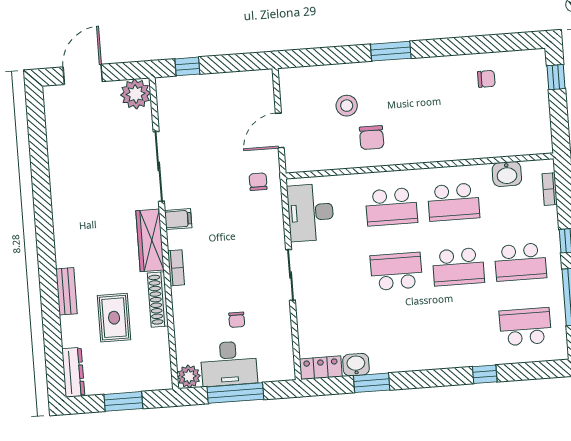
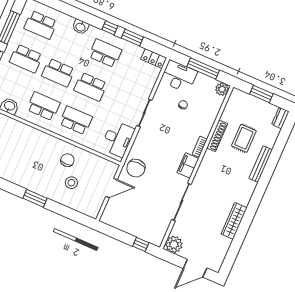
chair: (258, 182) -> (136, 168), width x1.87, depth x1.87
filing cabinet: (178, 219) -> (188, 166), width x2.00
wardrobe: (150, 240) -> (234, 221), moved, turned 180
school desk: (520, 262) -> (26, 59), turned 180
school desk: (458, 267) -> (58, 73), turned 180
bench: (66, 291) -> (261, 164), width x1.36
school desk: (401, 336) -> (105, 53), added
desk: (229, 364) -> (179, 76), moved
washbasin: (356, 365) -> (81, 27), moved
dresser: (73, 372) -> (280, 118), width x0.70
window: (485, 374) -> (110, 28), moved

